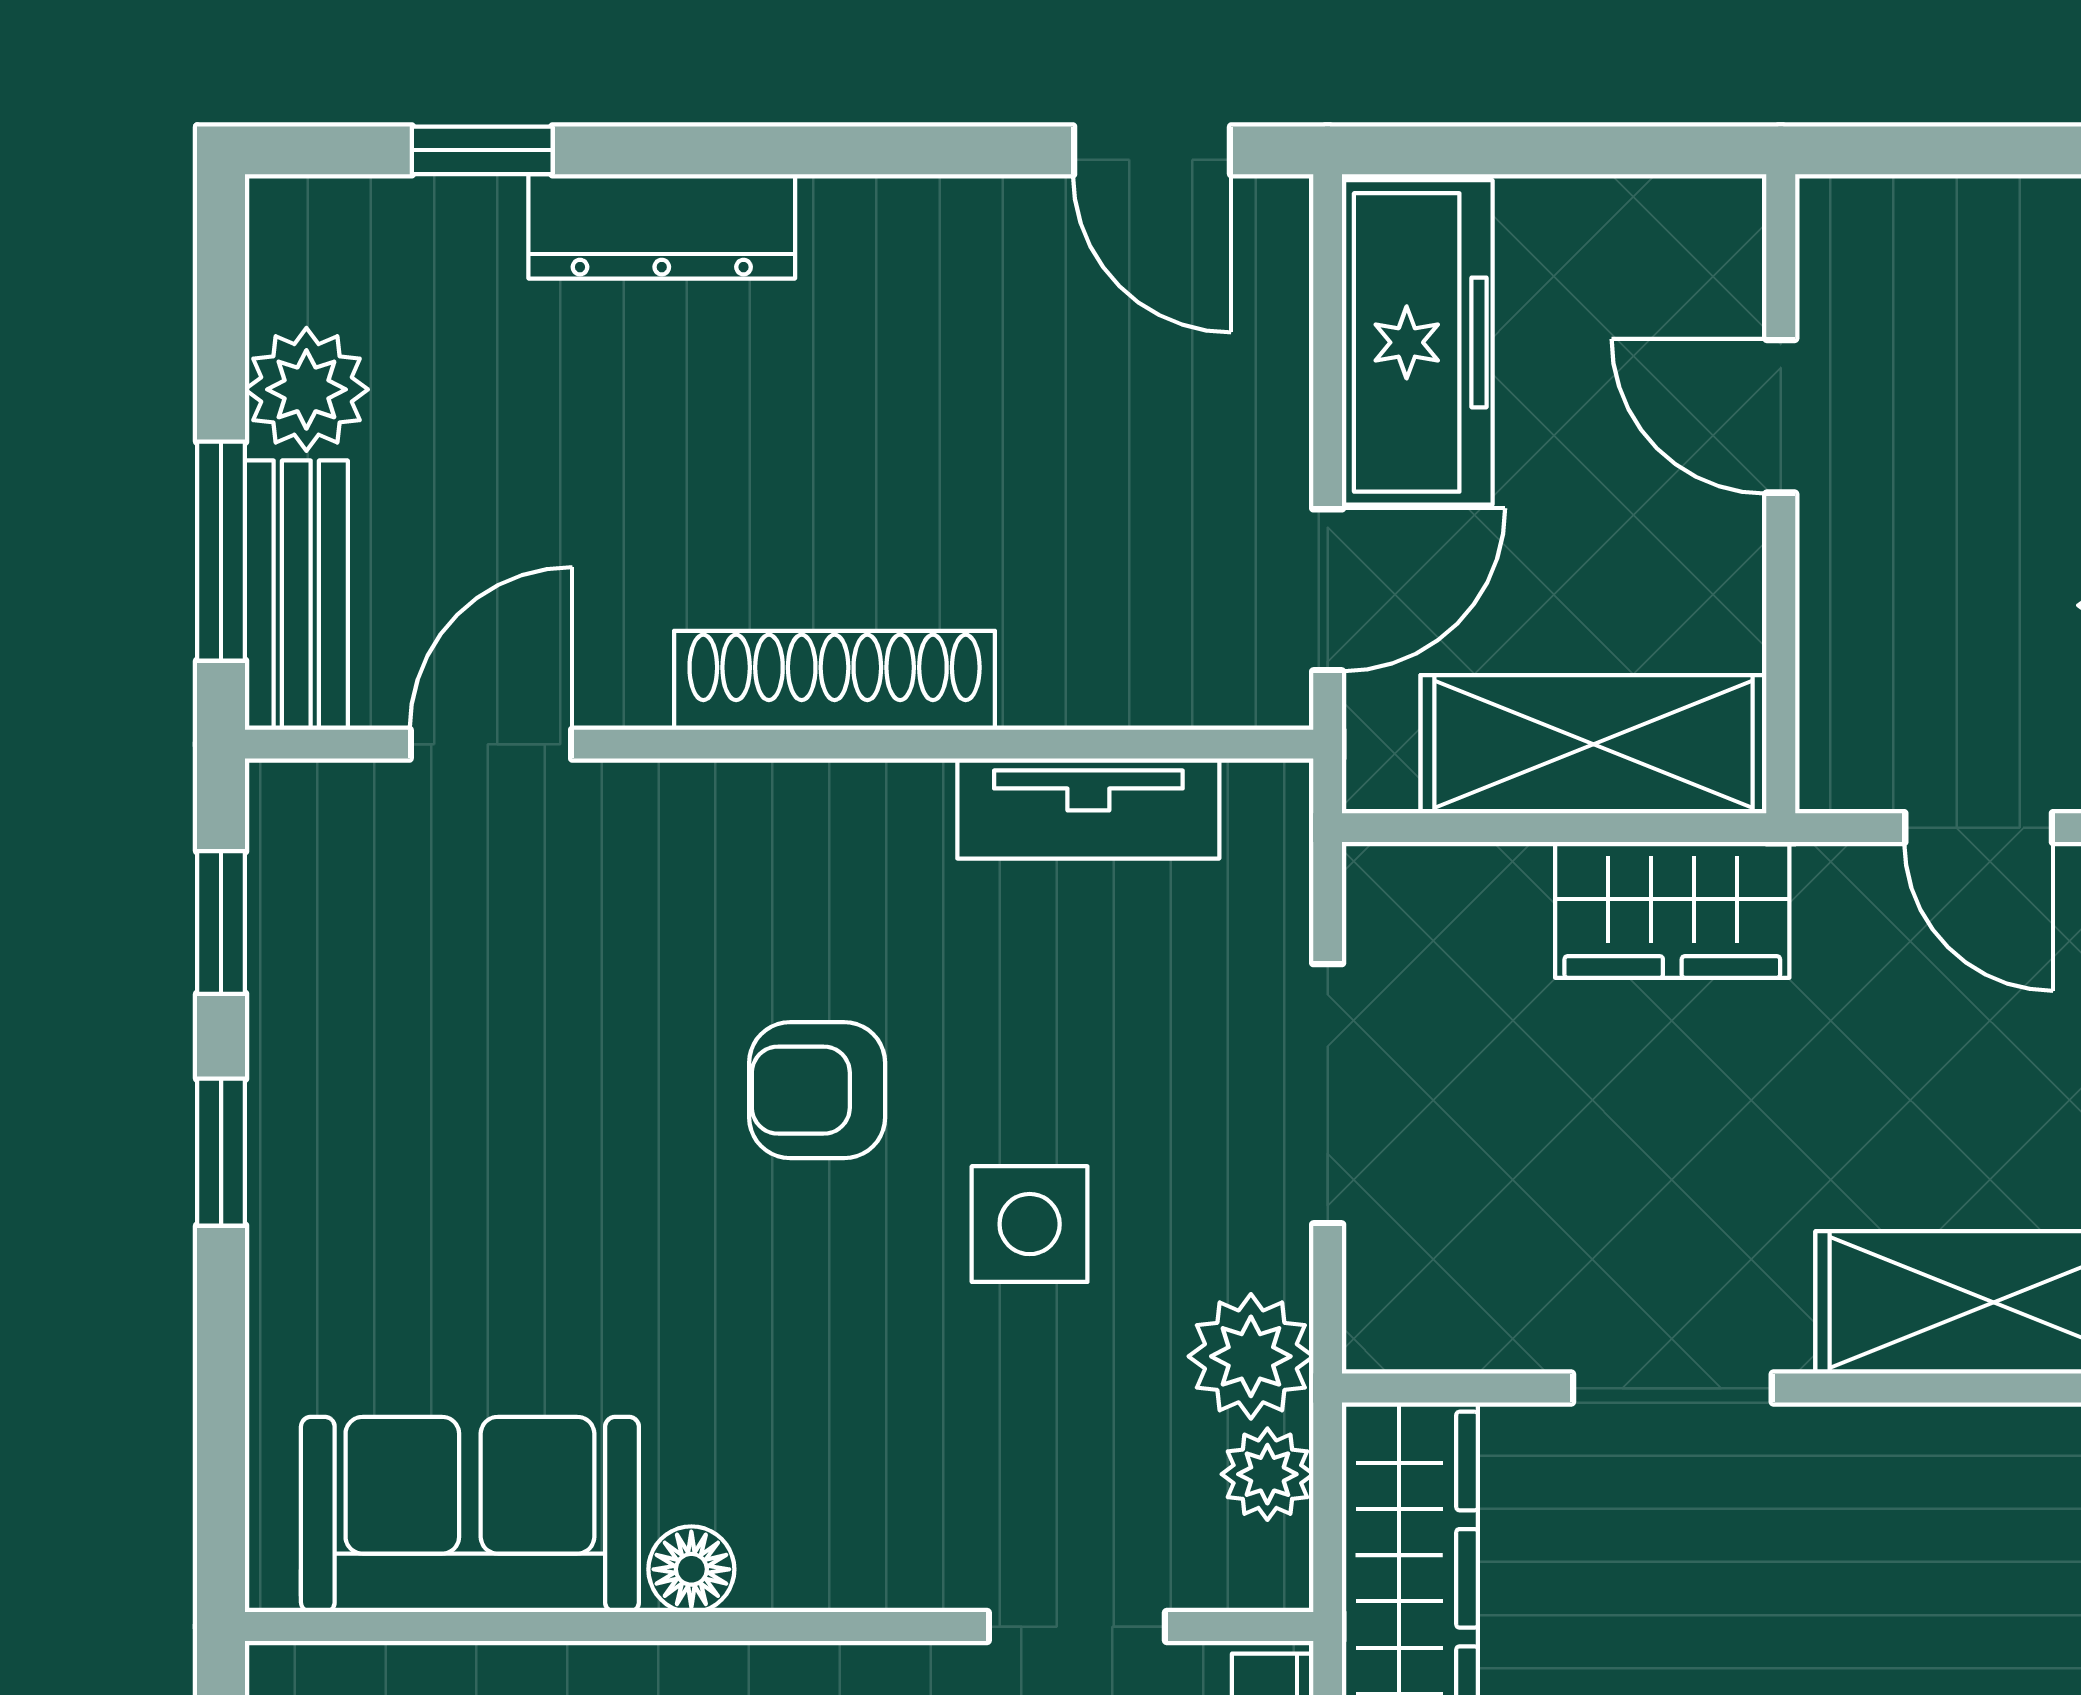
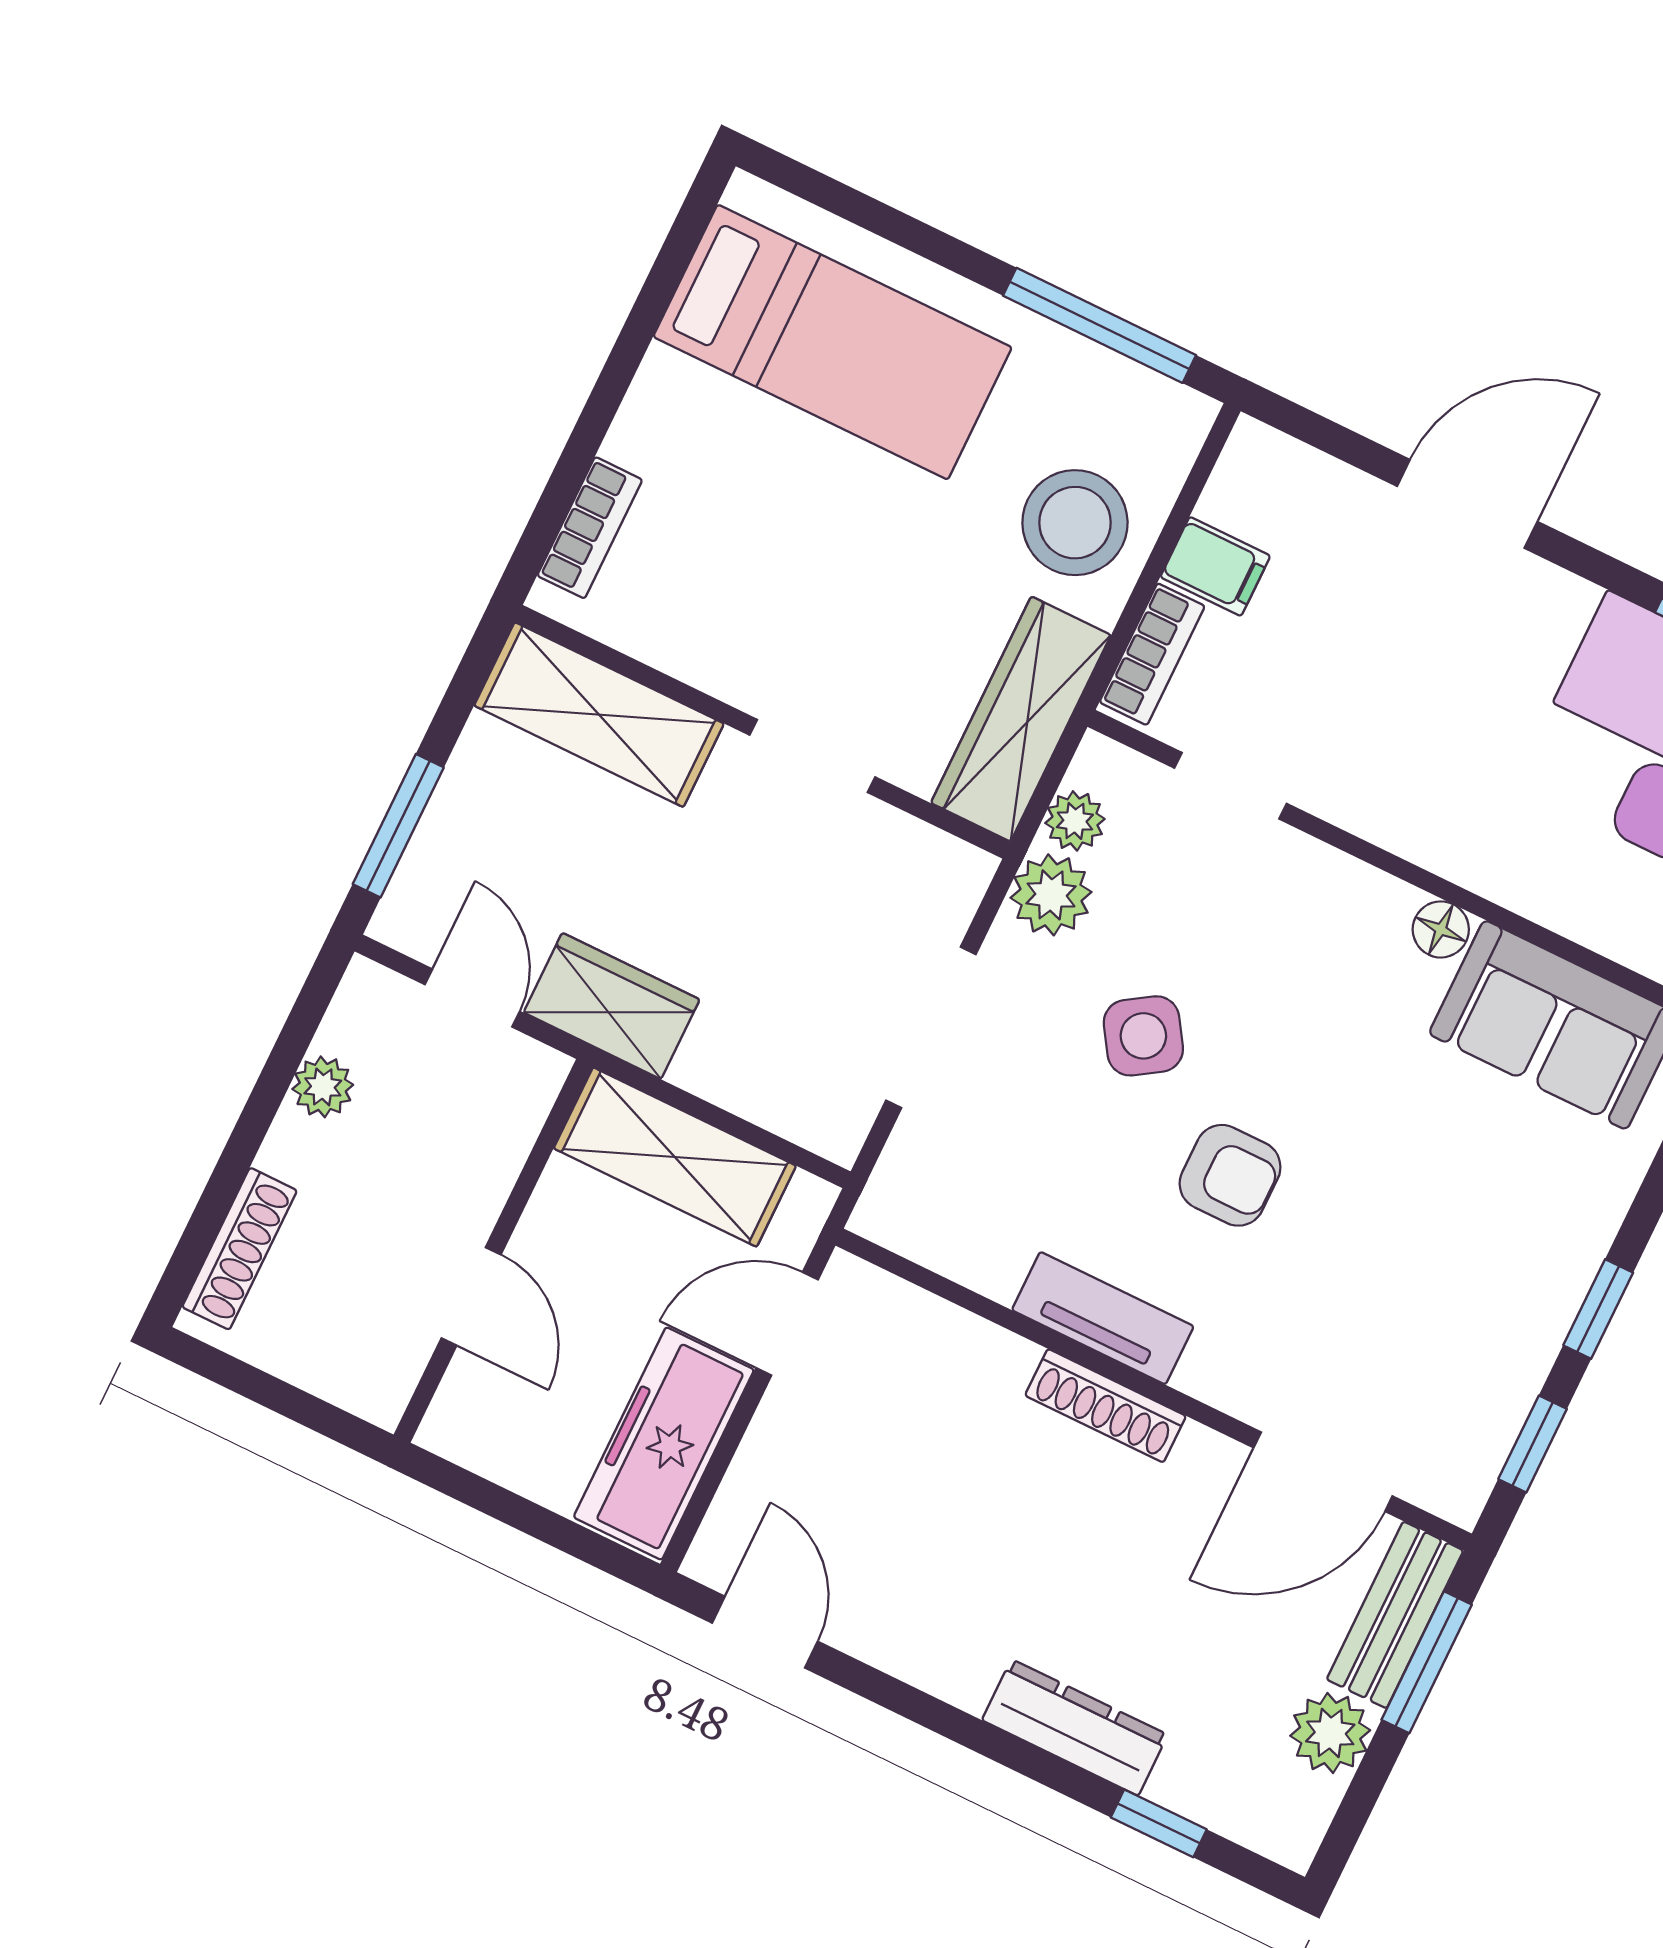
shoe rack: (835, 680) -> (1106, 1406), width x0.74, depth x0.81
door: (491, 744) -> (1323, 1472), width x1.38
tv unit: (1088, 808) -> (1103, 1318), moved
wardrobe: (1672, 910) -> (612, 1006), moved
side table: (1030, 1224) -> (1143, 1036), turned -33

